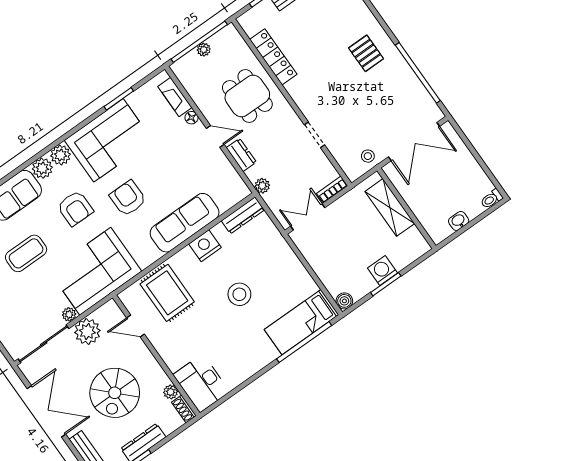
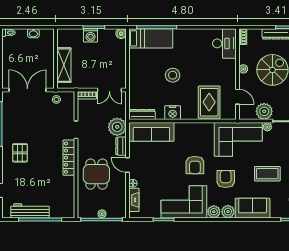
locker: (273, 57) -> (69, 158), moved
plant: (262, 186) -> (117, 127), width x1.87, depth x1.87
sofa: (185, 223) -> (151, 132), moved
plant: (171, 392) -> (243, 69), moved

